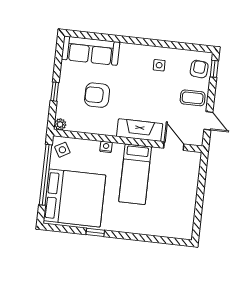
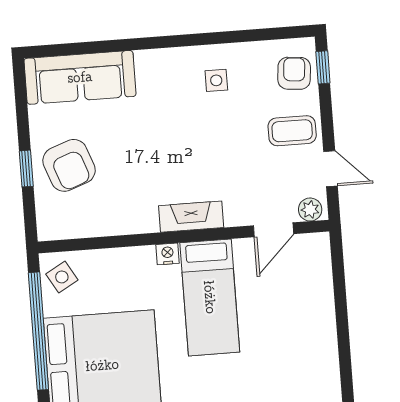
armchair: (97, 95) -> (69, 165), moved, turned -110
plant: (60, 124) -> (310, 210), moved
fireplace: (140, 130) -> (191, 217), width x0.73, depth x0.76
door: (174, 146) -> (273, 230), swing flipped
nightstand: (106, 147) -> (168, 254), moved

